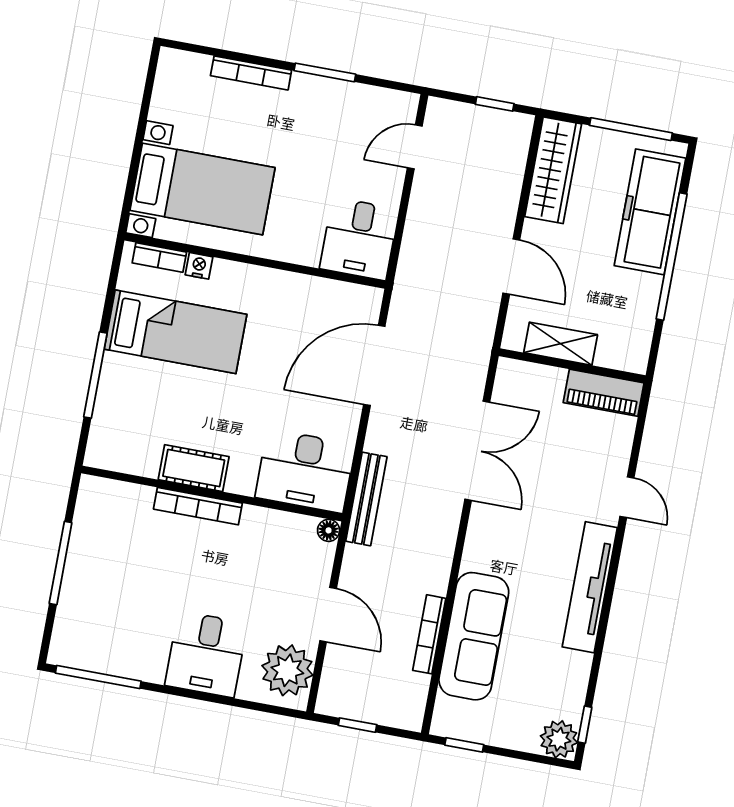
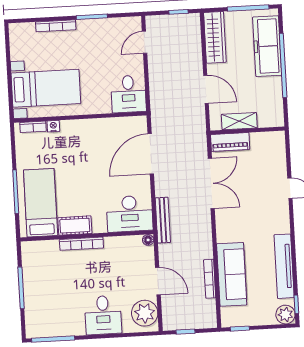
bed: (176, 332) -> (41, 203), moved, turned -90
piano: (604, 393) -> (230, 142), moved
tv unit: (590, 587) -> (284, 266), moved

